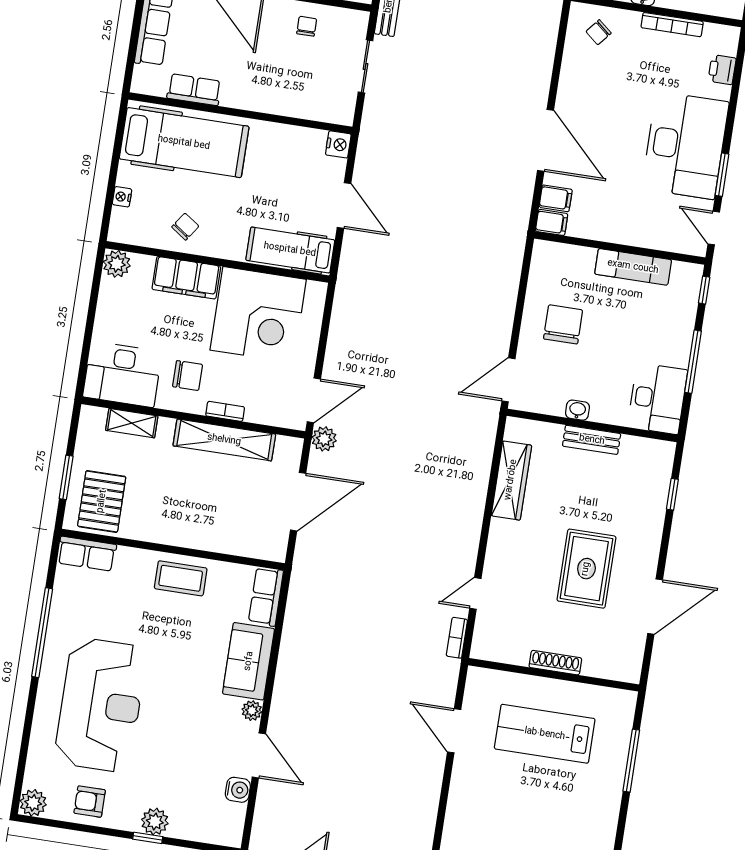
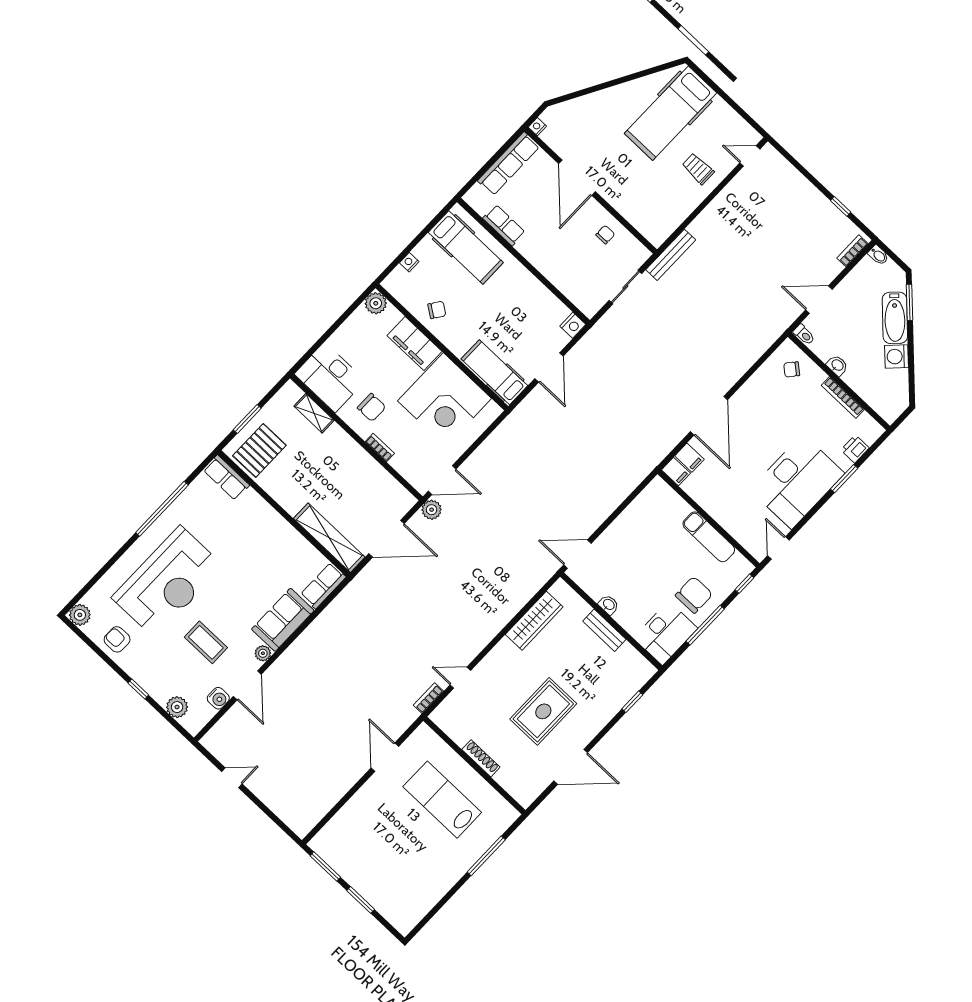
hospital bed: (184, 143) -> (466, 247), width x0.73, depth x0.78
window: (722, 175) -> (844, 479), moved
chair: (563, 324) -> (694, 595), moved
shelving: (224, 440) -> (329, 538), moved
coffee table: (181, 578) -> (206, 642), moved
plant: (155, 822) -> (177, 707), moved

